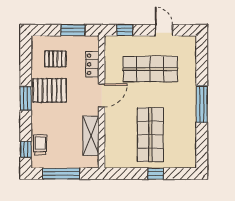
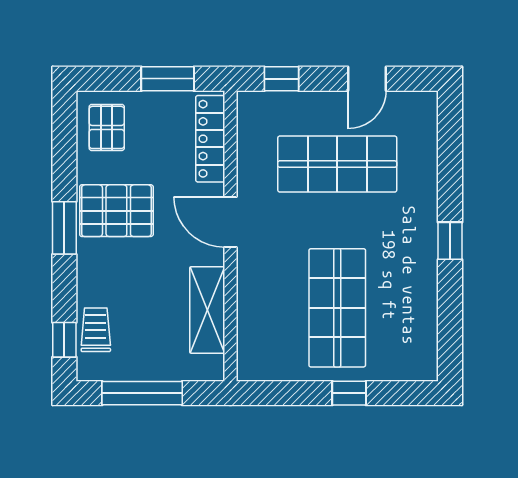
door: (164, 30) -> (367, 79), swing flipped
pallet: (55, 59) -> (107, 127), moved, turned 90
locker: (92, 64) -> (210, 139), width x1.53
door: (102, 96) -> (230, 222), swing flipped
window: (202, 104) -> (450, 241), width x0.46

